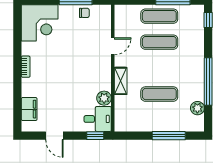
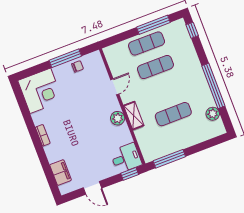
plant: (104, 98) -> (118, 118), moved
window: (169, 136) -> (169, 159), moved

